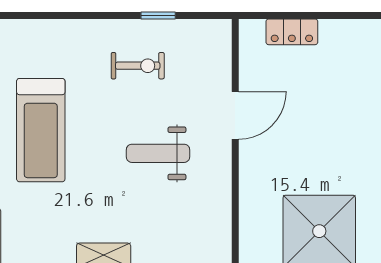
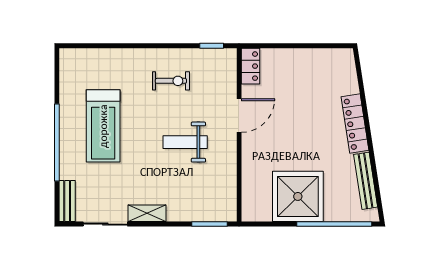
window: (158, 15) -> (212, 46), moved
locker: (292, 32) -> (251, 66), moved, turned -90

